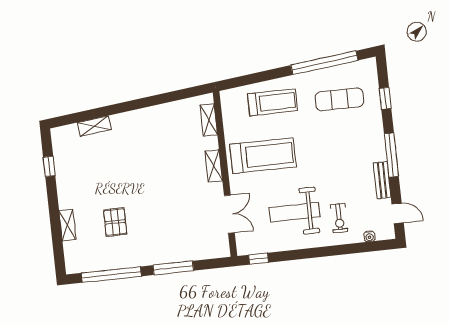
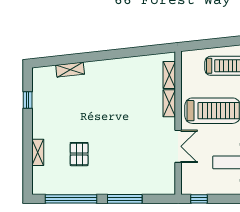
shelving: (214, 166) -> (169, 103), moved
double door: (229, 214) -> (178, 146), moved

